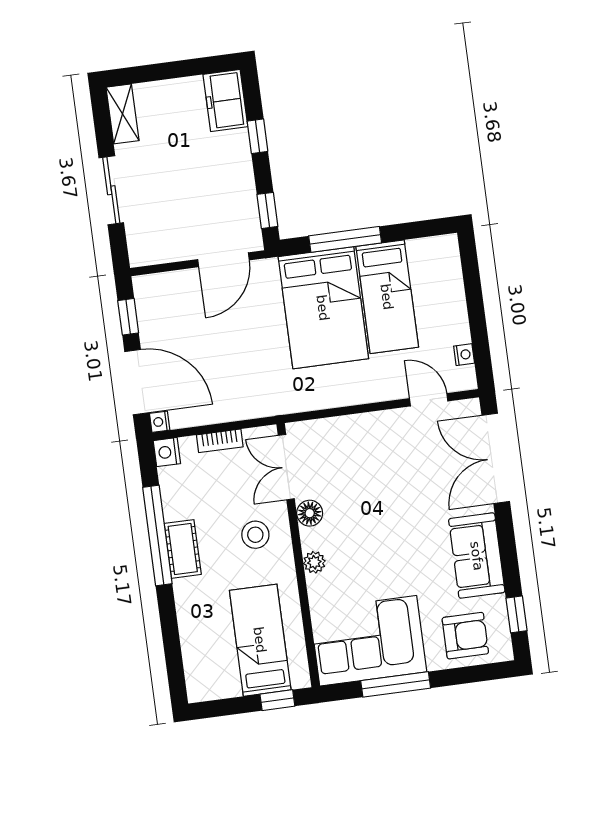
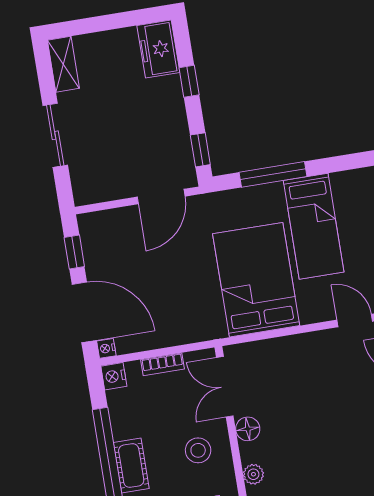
bed: (323, 308) -> (256, 280), moved, turned 180

